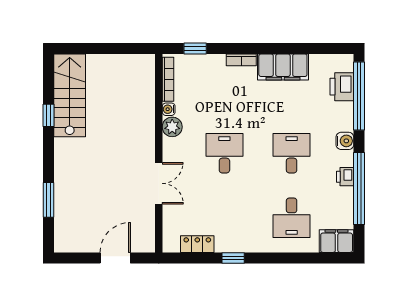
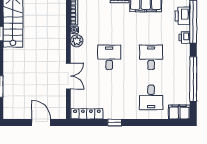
water cooler: (345, 141) -> (184, 50), removed
printer: (345, 177) -> (184, 37), moved
locker: (197, 244) -> (87, 114), width x1.53
door: (115, 258) -> (41, 122), hinge flipped

